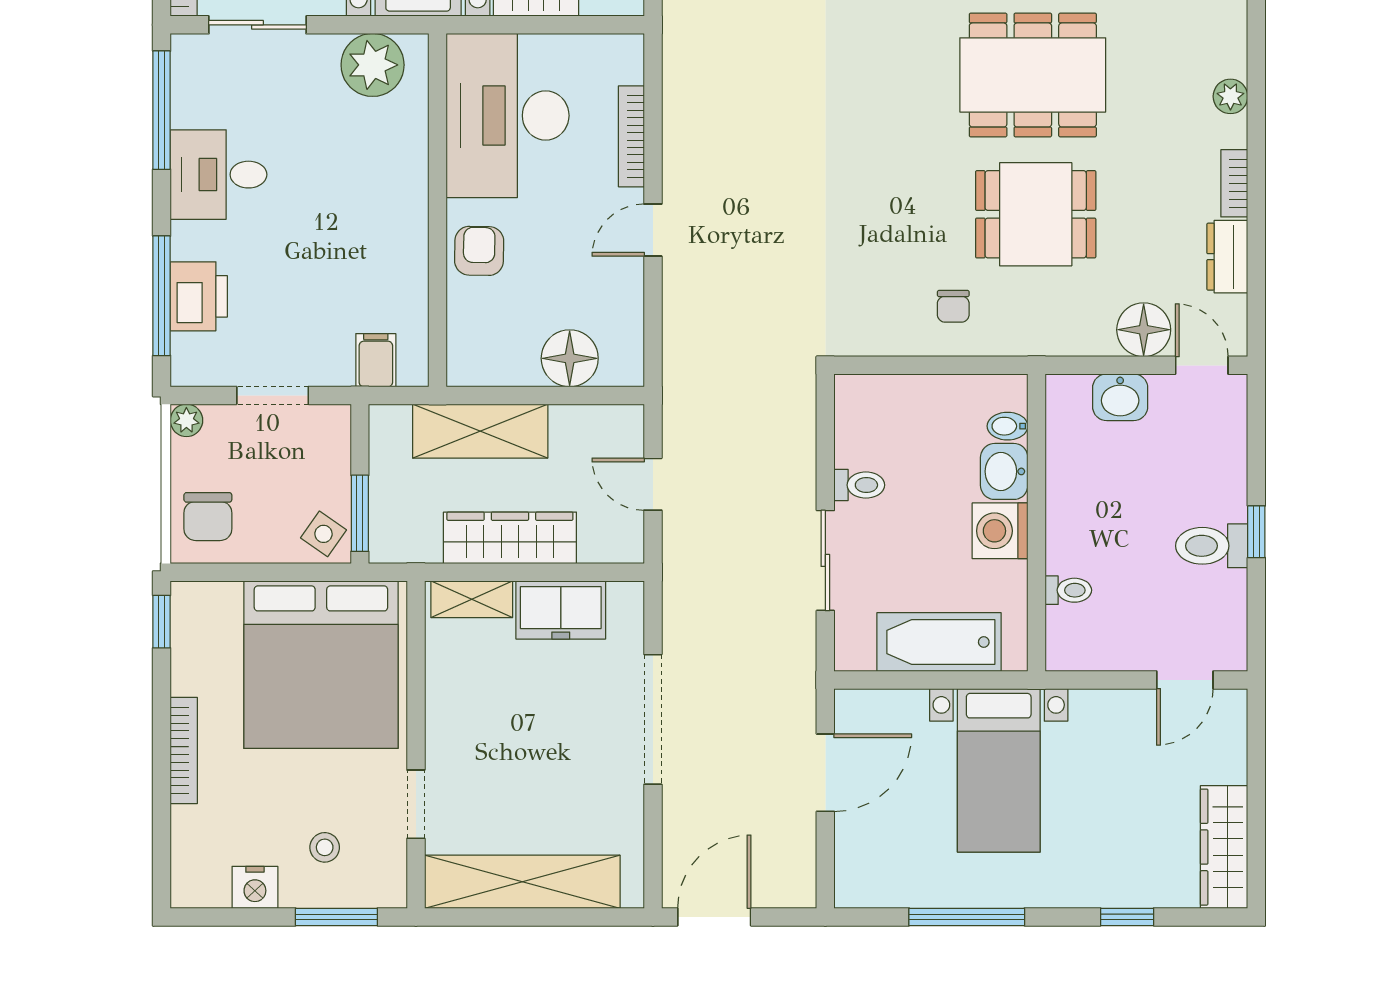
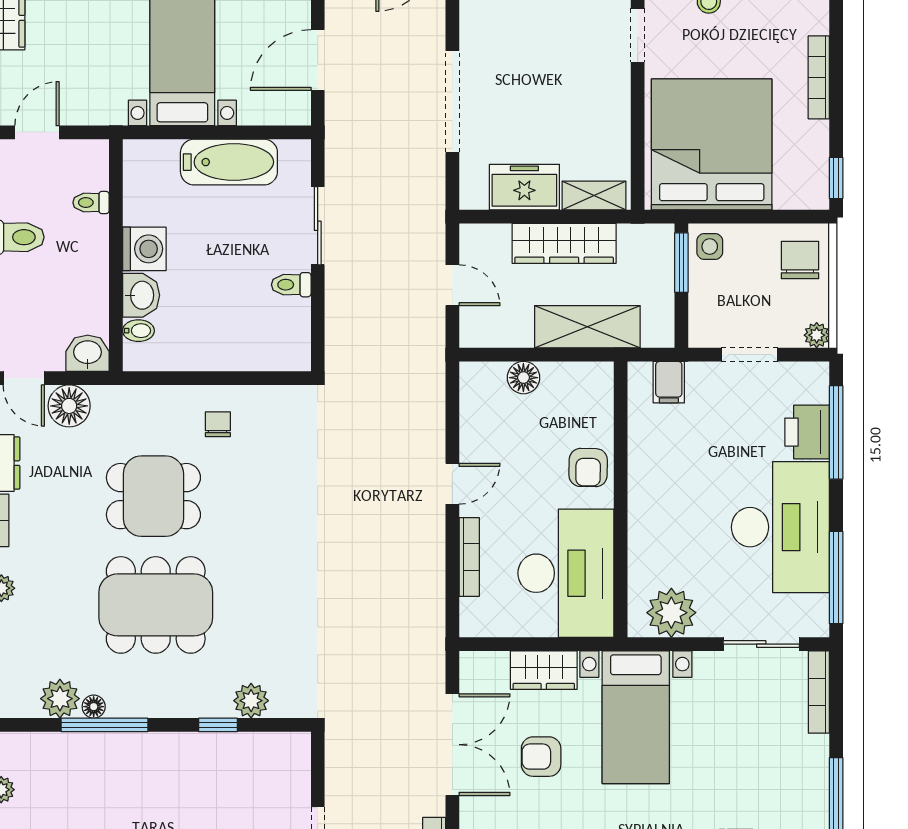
desk: (219, 175) -> (780, 527), width x1.87, depth x1.30
floor lamp: (570, 358) -> (523, 378), width x0.73, depth x0.73
bidet: (1008, 426) -> (138, 331), moved
washbasin: (1004, 471) -> (141, 295), moved
wall: (1037, 523) -> (116, 255), moved
washing machine: (1000, 531) -> (144, 249), moved
side table: (323, 534) -> (710, 246), turned -35
toilet: (1068, 590) -> (91, 203), moved

